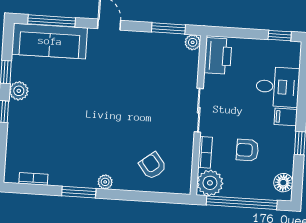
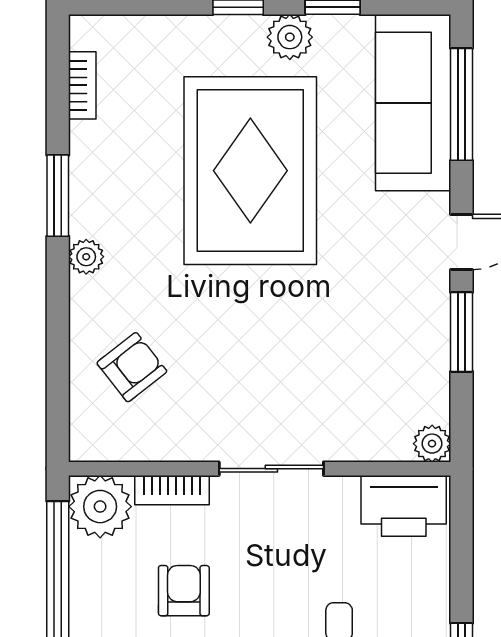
window: (168, 28) -> (462, 332), moved
rug: (74, 111) -> (250, 171), added

